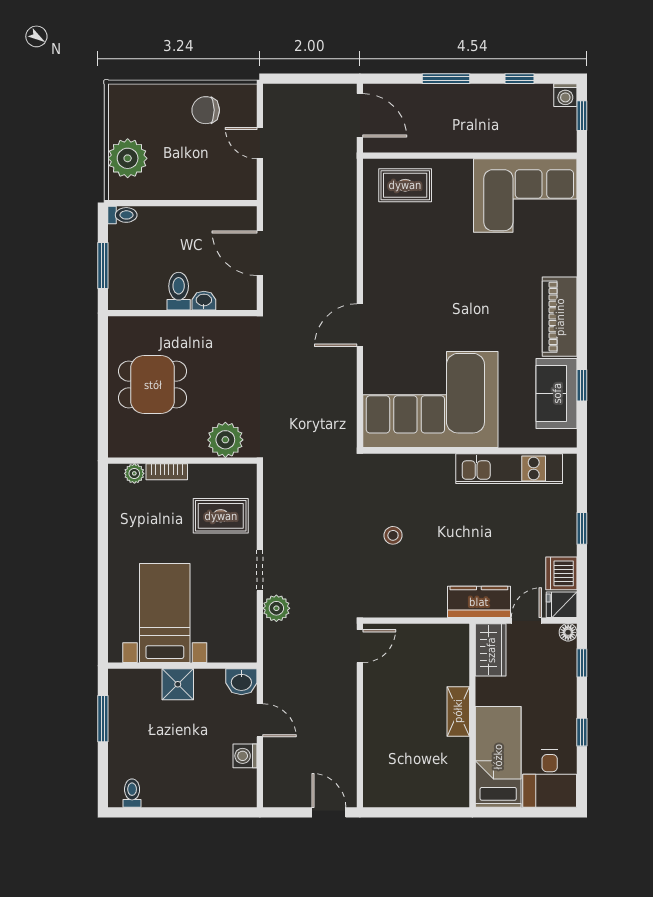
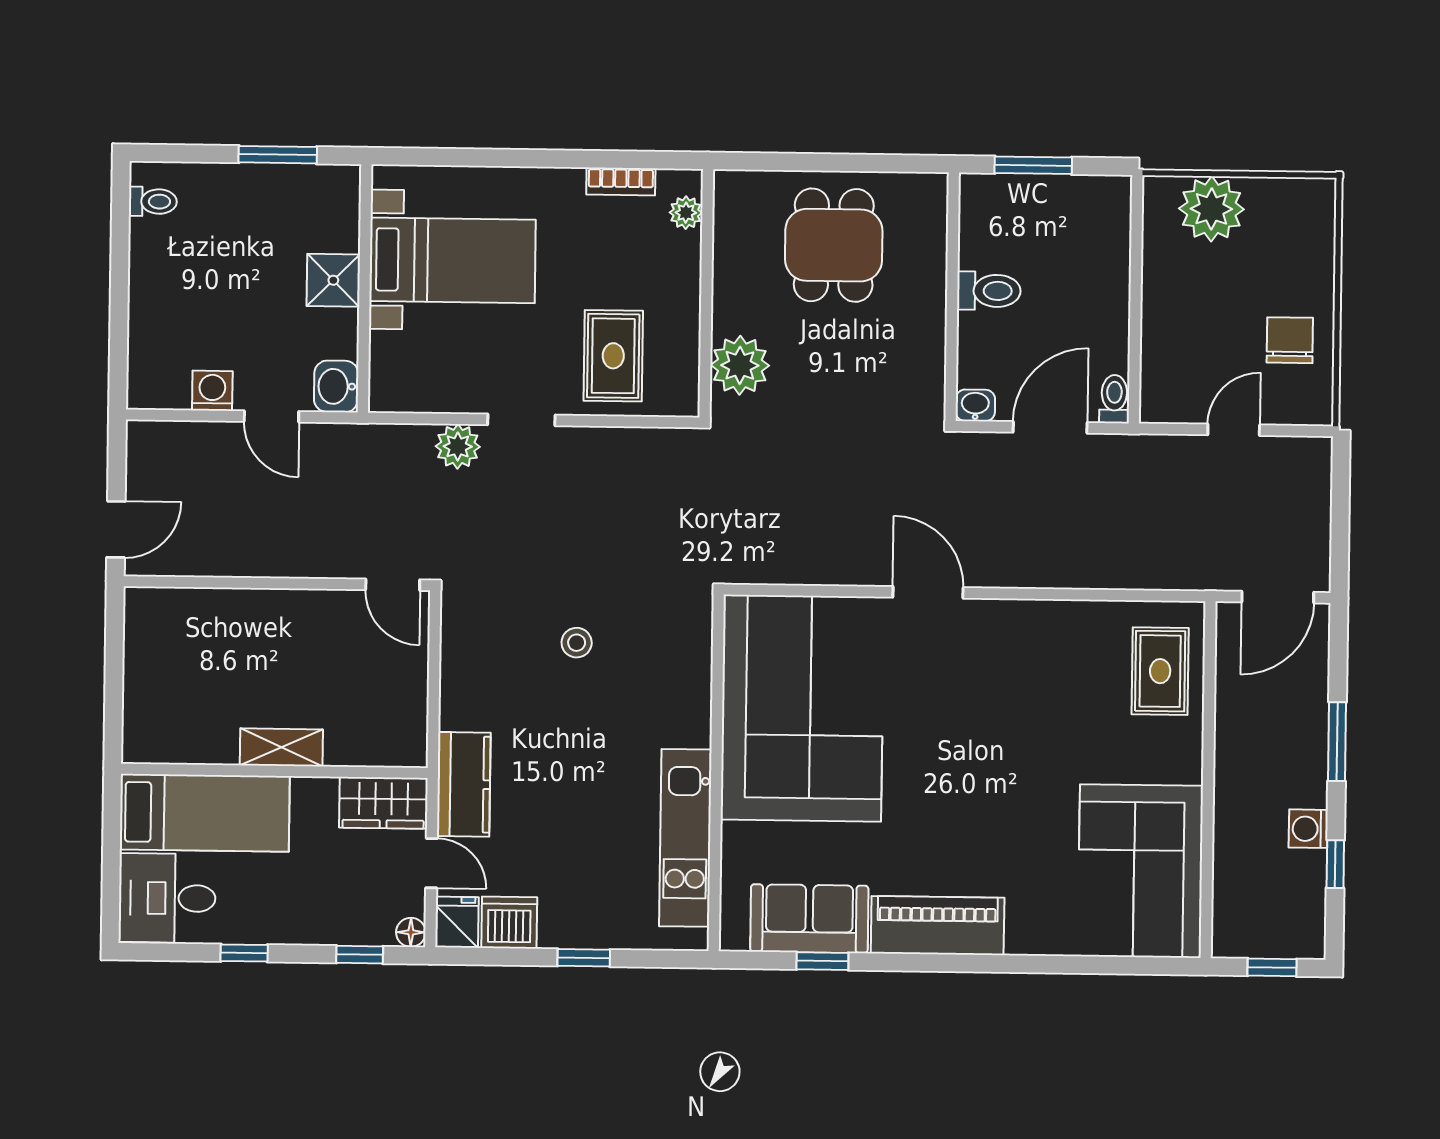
washing machine: (565, 95) -> (1308, 829), moved
toilet: (122, 215) -> (1114, 399), moved, turned 180
washbasin: (204, 301) -> (975, 405), moved, turned -90
bookcase: (167, 472) -> (621, 182), moved, turned -90
door: (260, 720) -> (271, 416), hinge flipped

